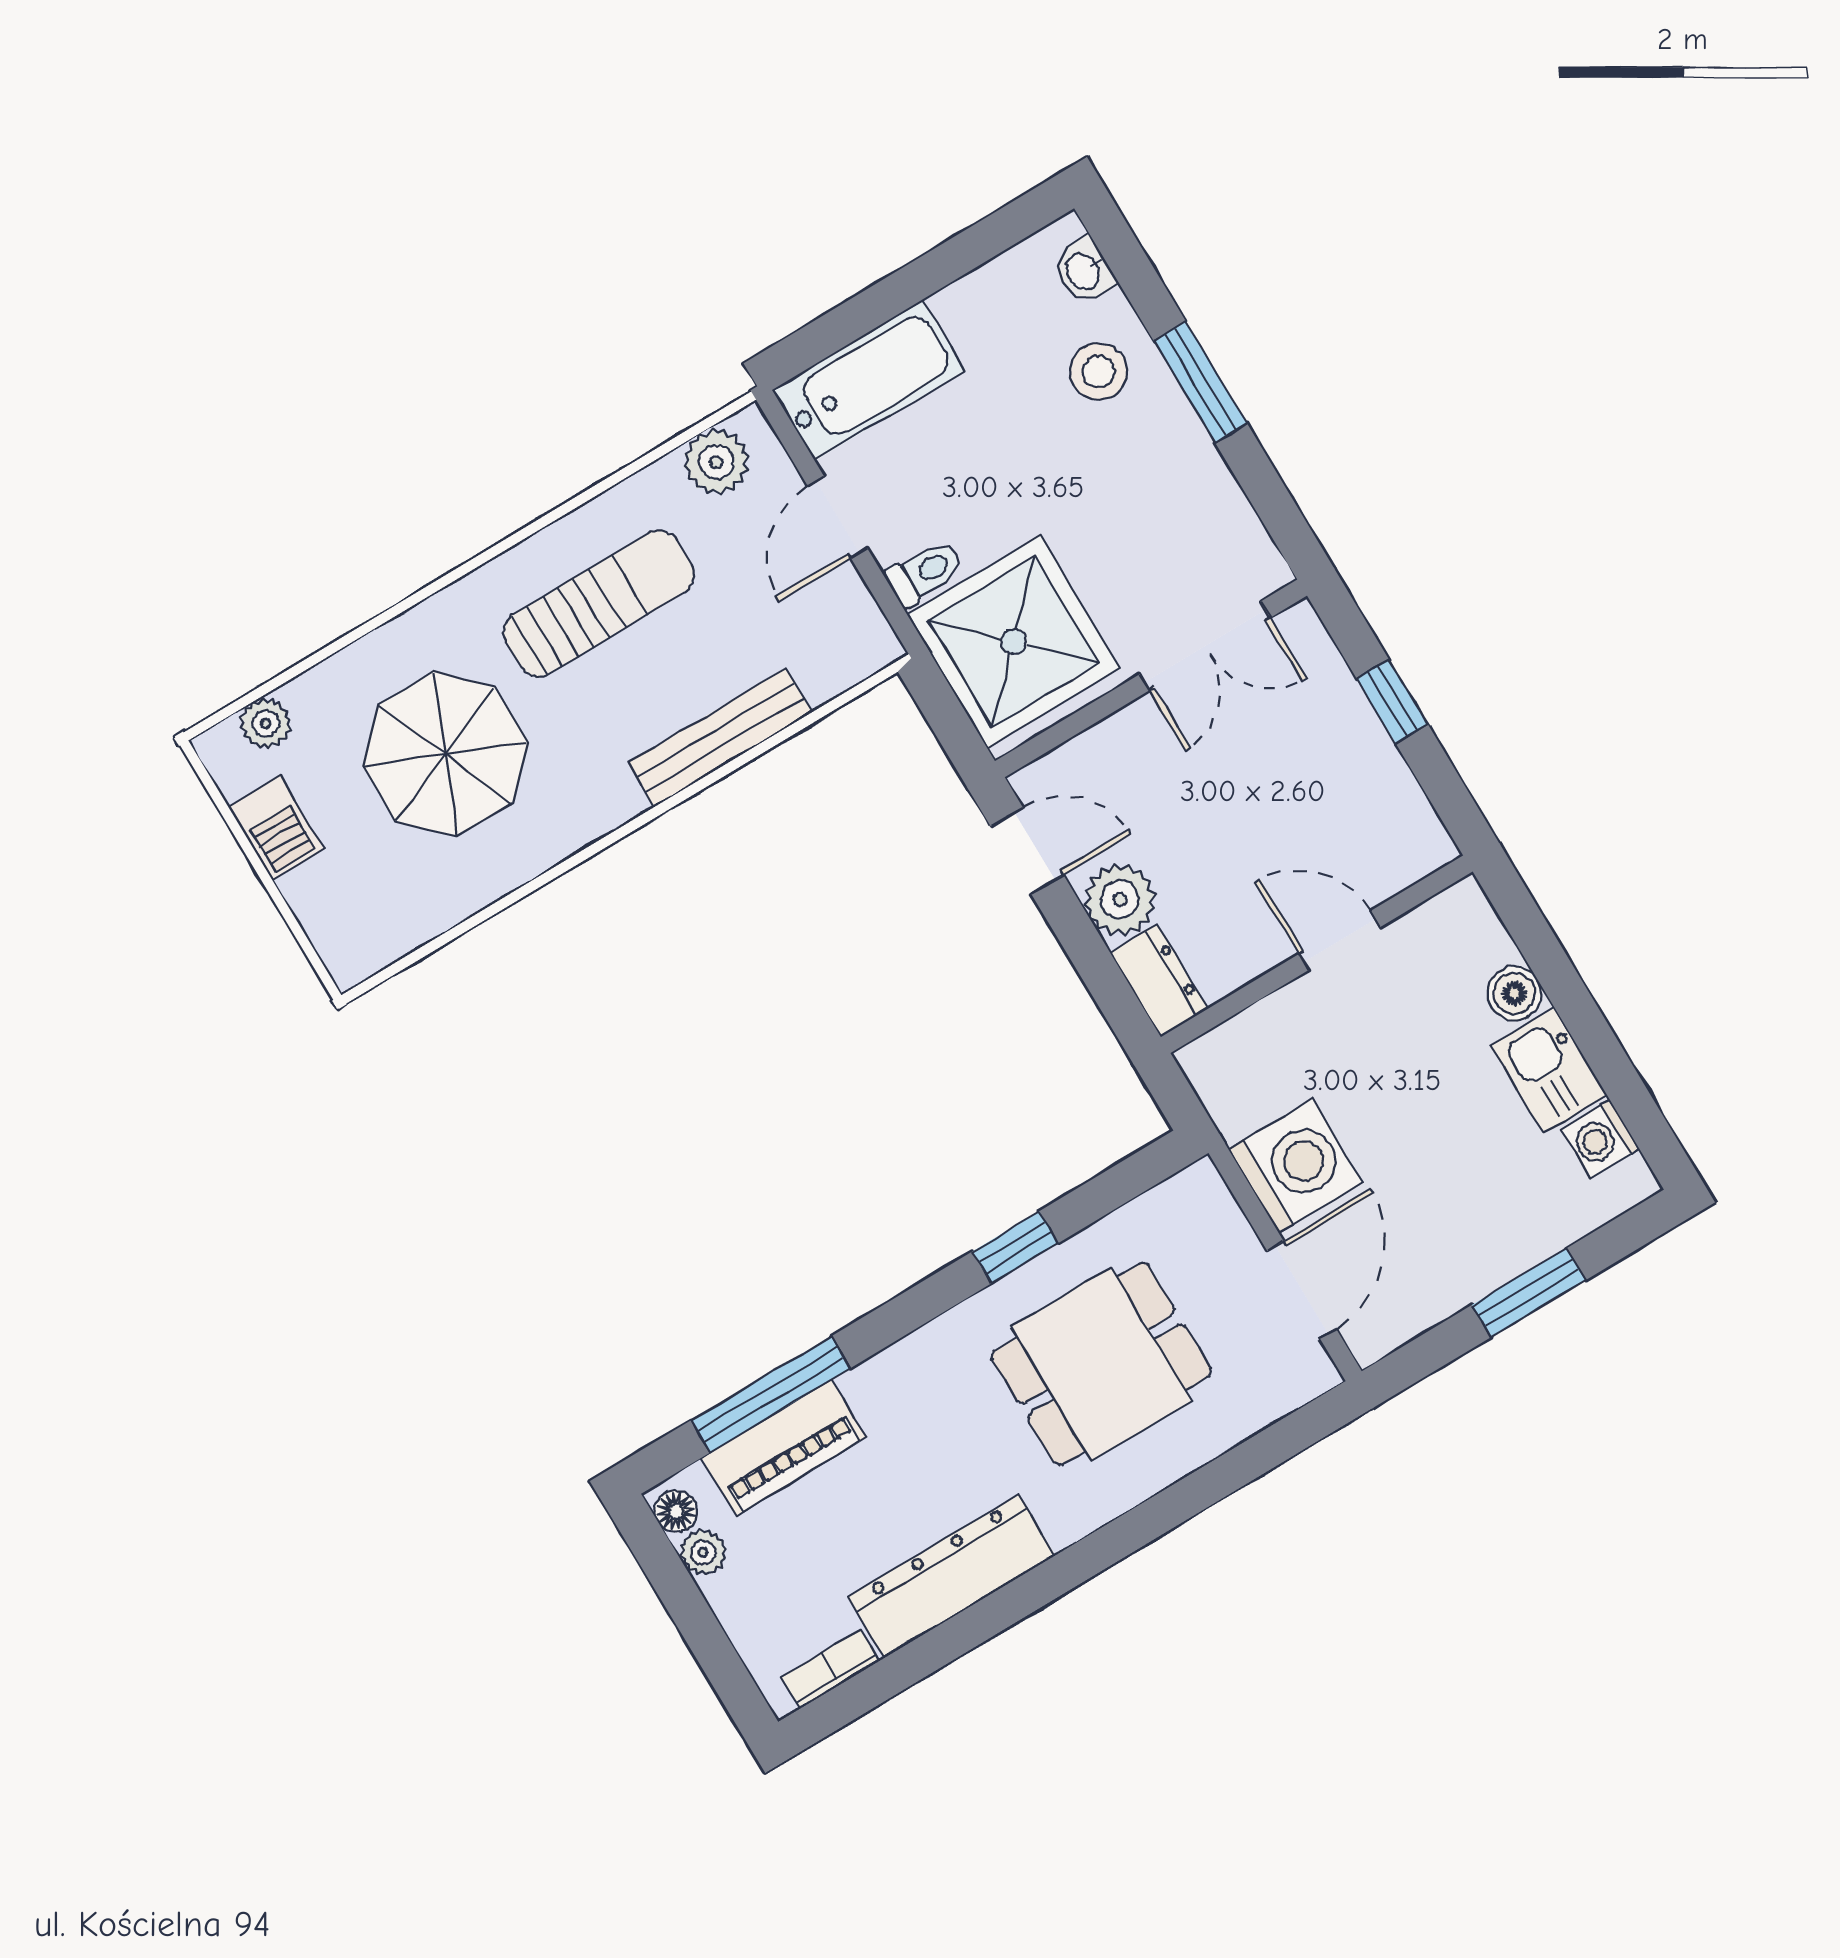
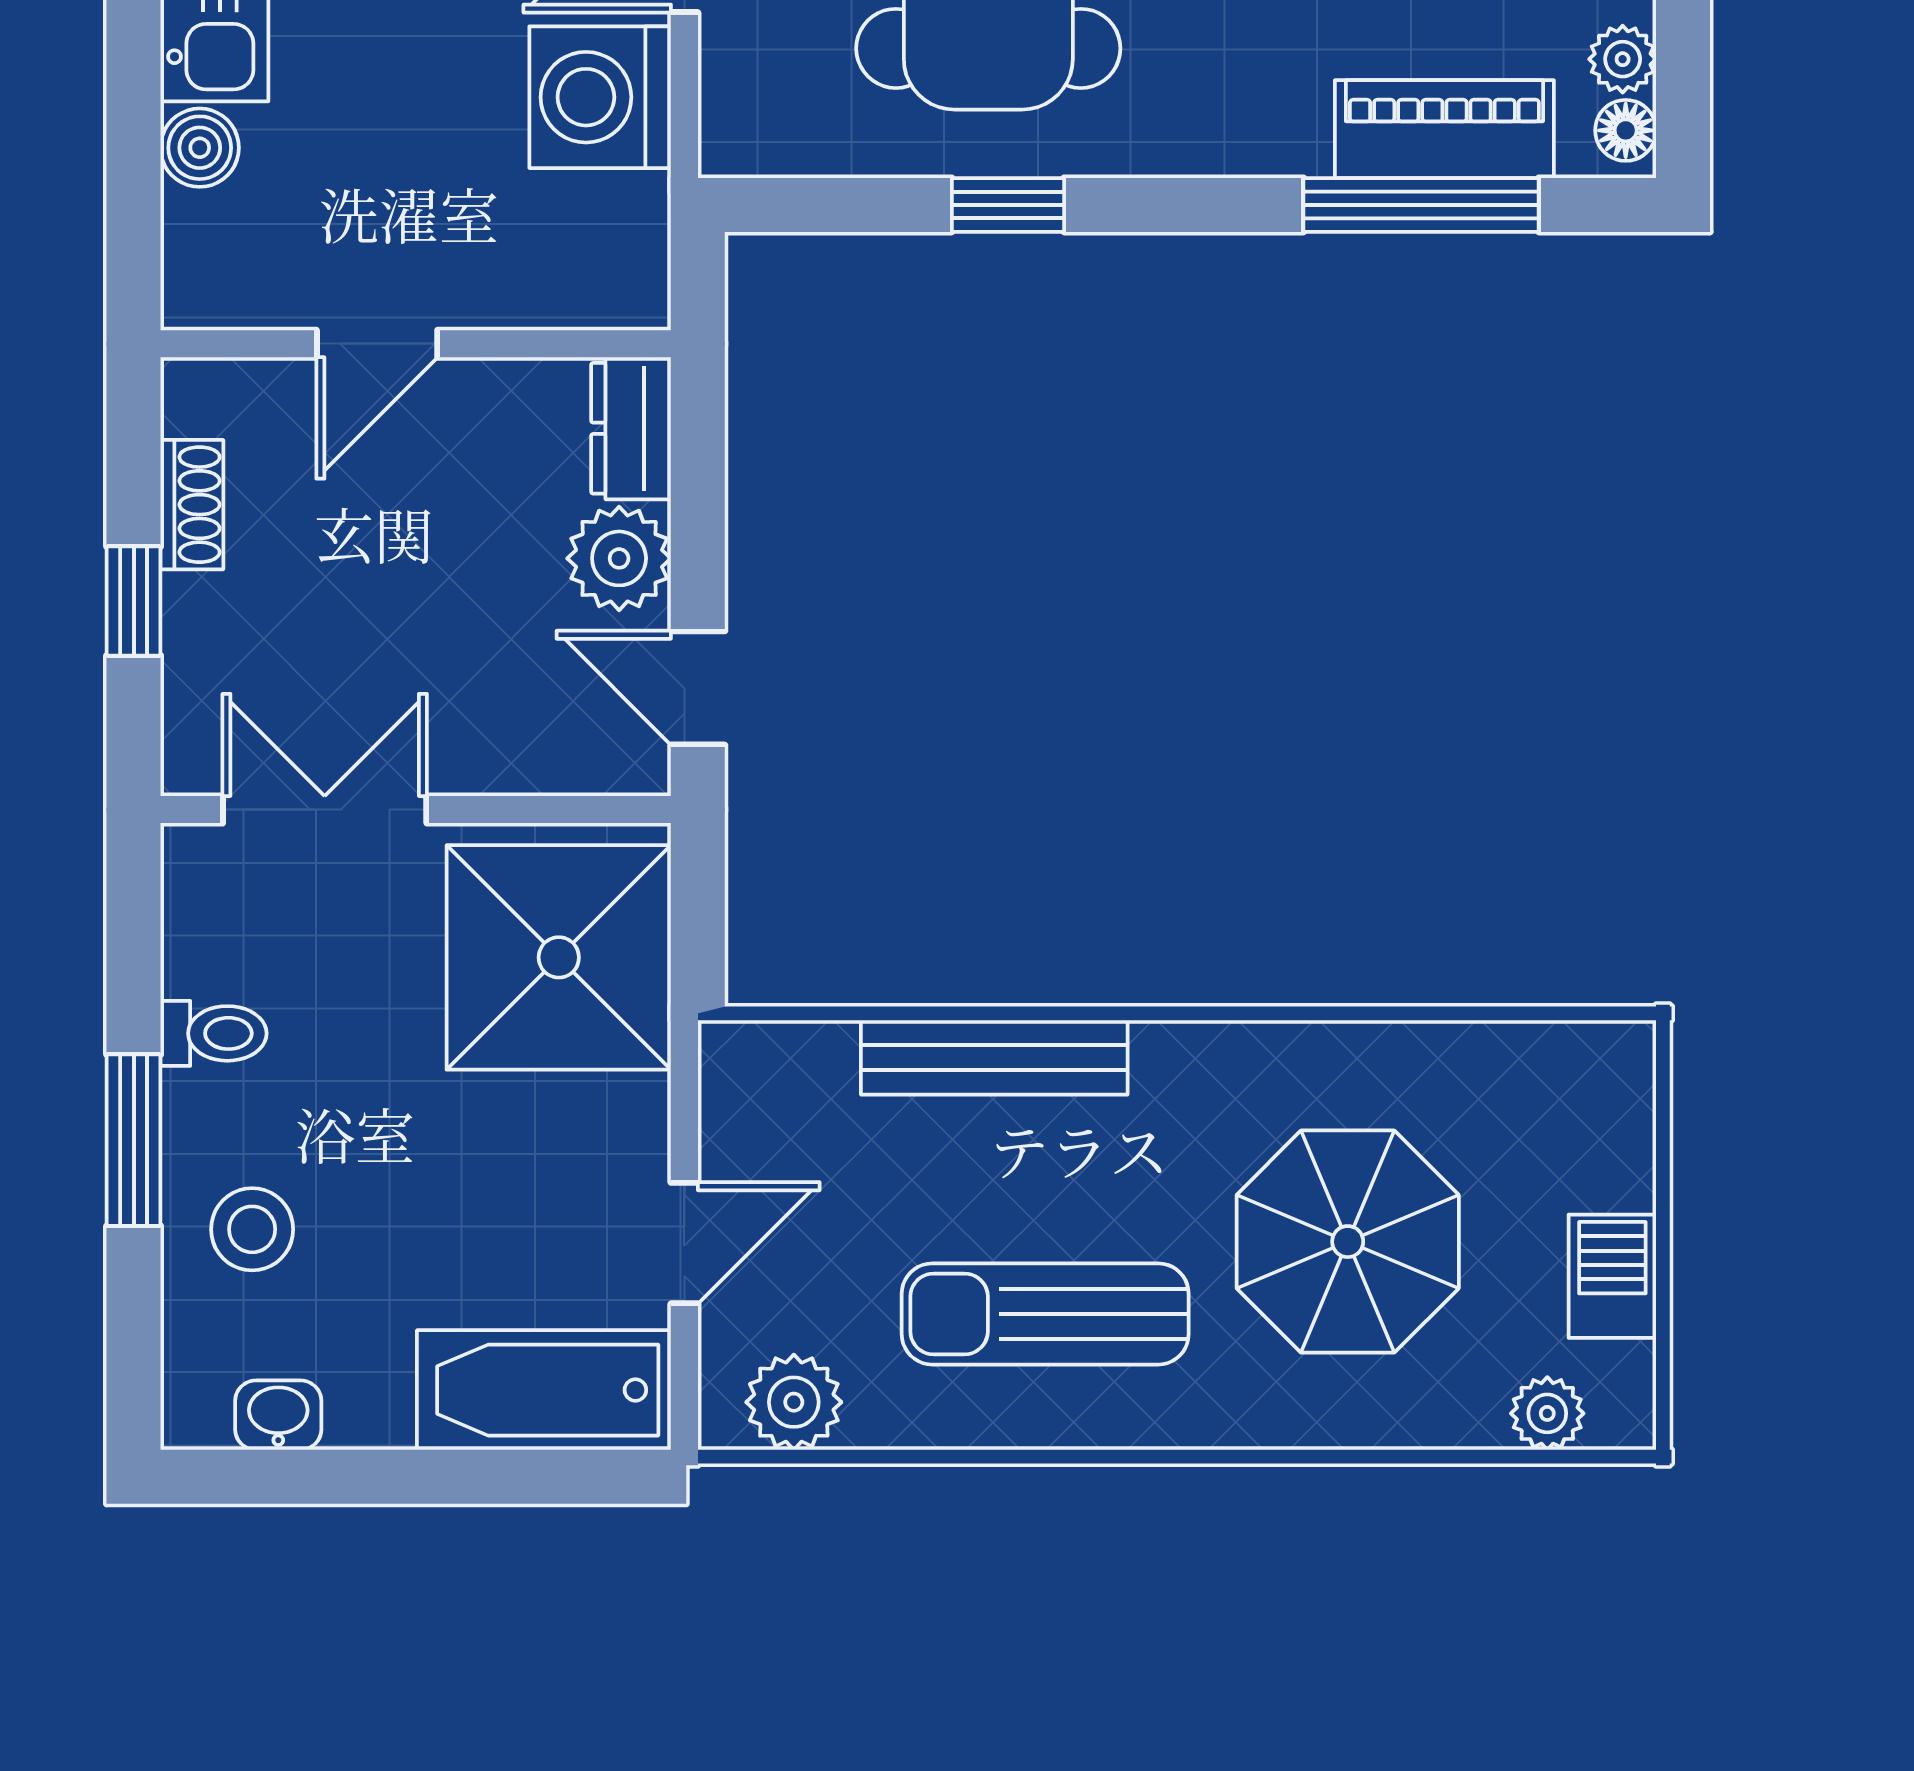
washbasin: (1084, 271) -> (278, 1415), moved, turned -90
toilet: (925, 573) -> (214, 1033), moved, turned 180
shoe rack: (1392, 779) -> (192, 505), added
door: (1340, 940) -> (377, 344), hinge flipped

